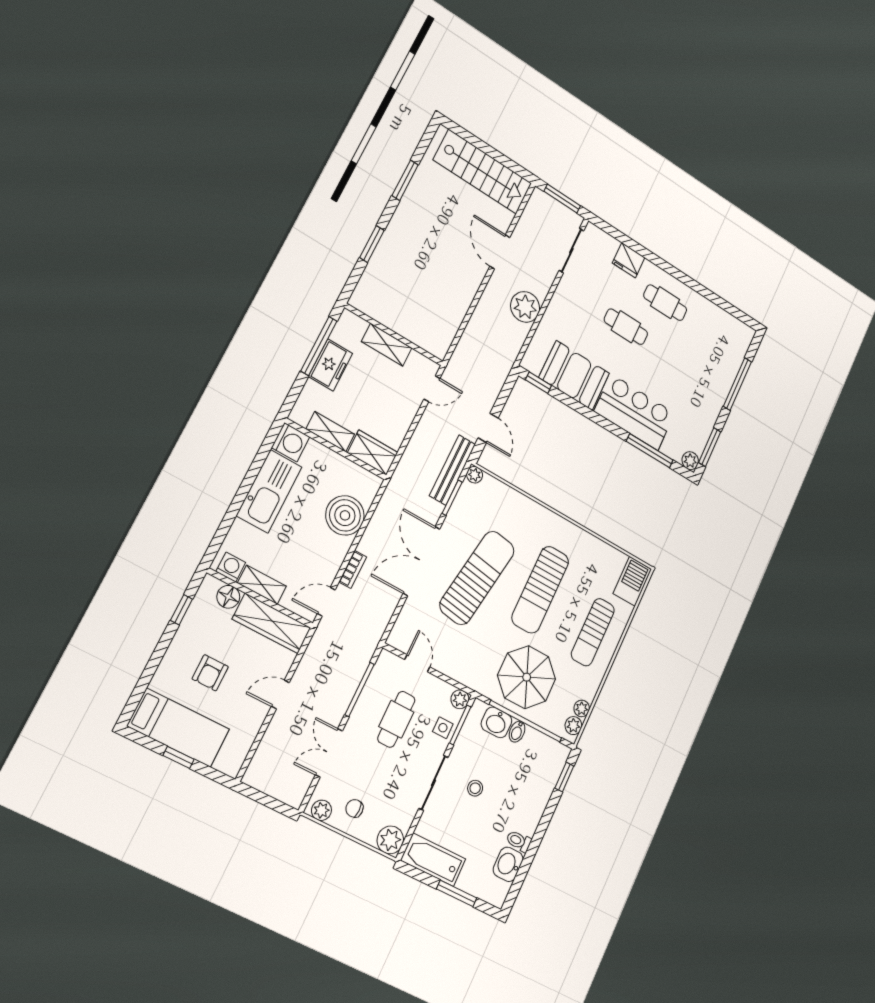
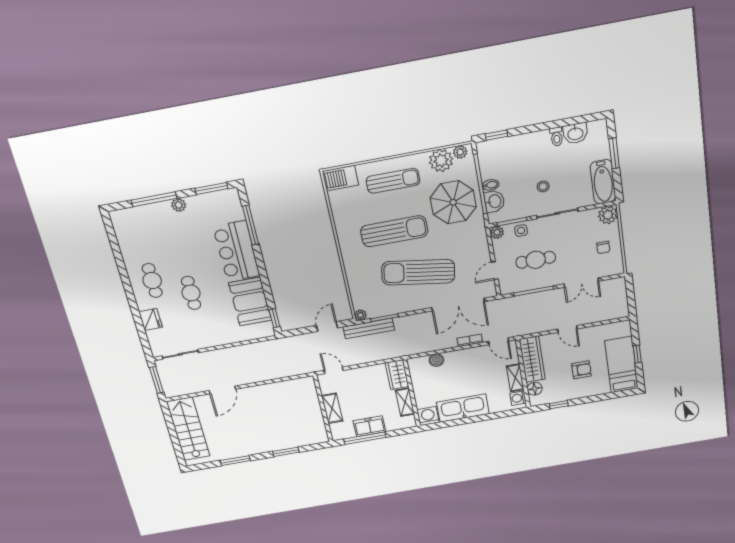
plant: (525, 307) -> (239, 356), removed
plant: (690, 461) -> (179, 205), moved
boiler: (345, 515) -> (436, 360), width x0.54, depth x0.54
double door: (421, 561) -> (458, 305), moved
plant: (582, 708) -> (441, 161), width x1.88, depth x1.88
plant: (321, 810) -> (617, 264), removed

